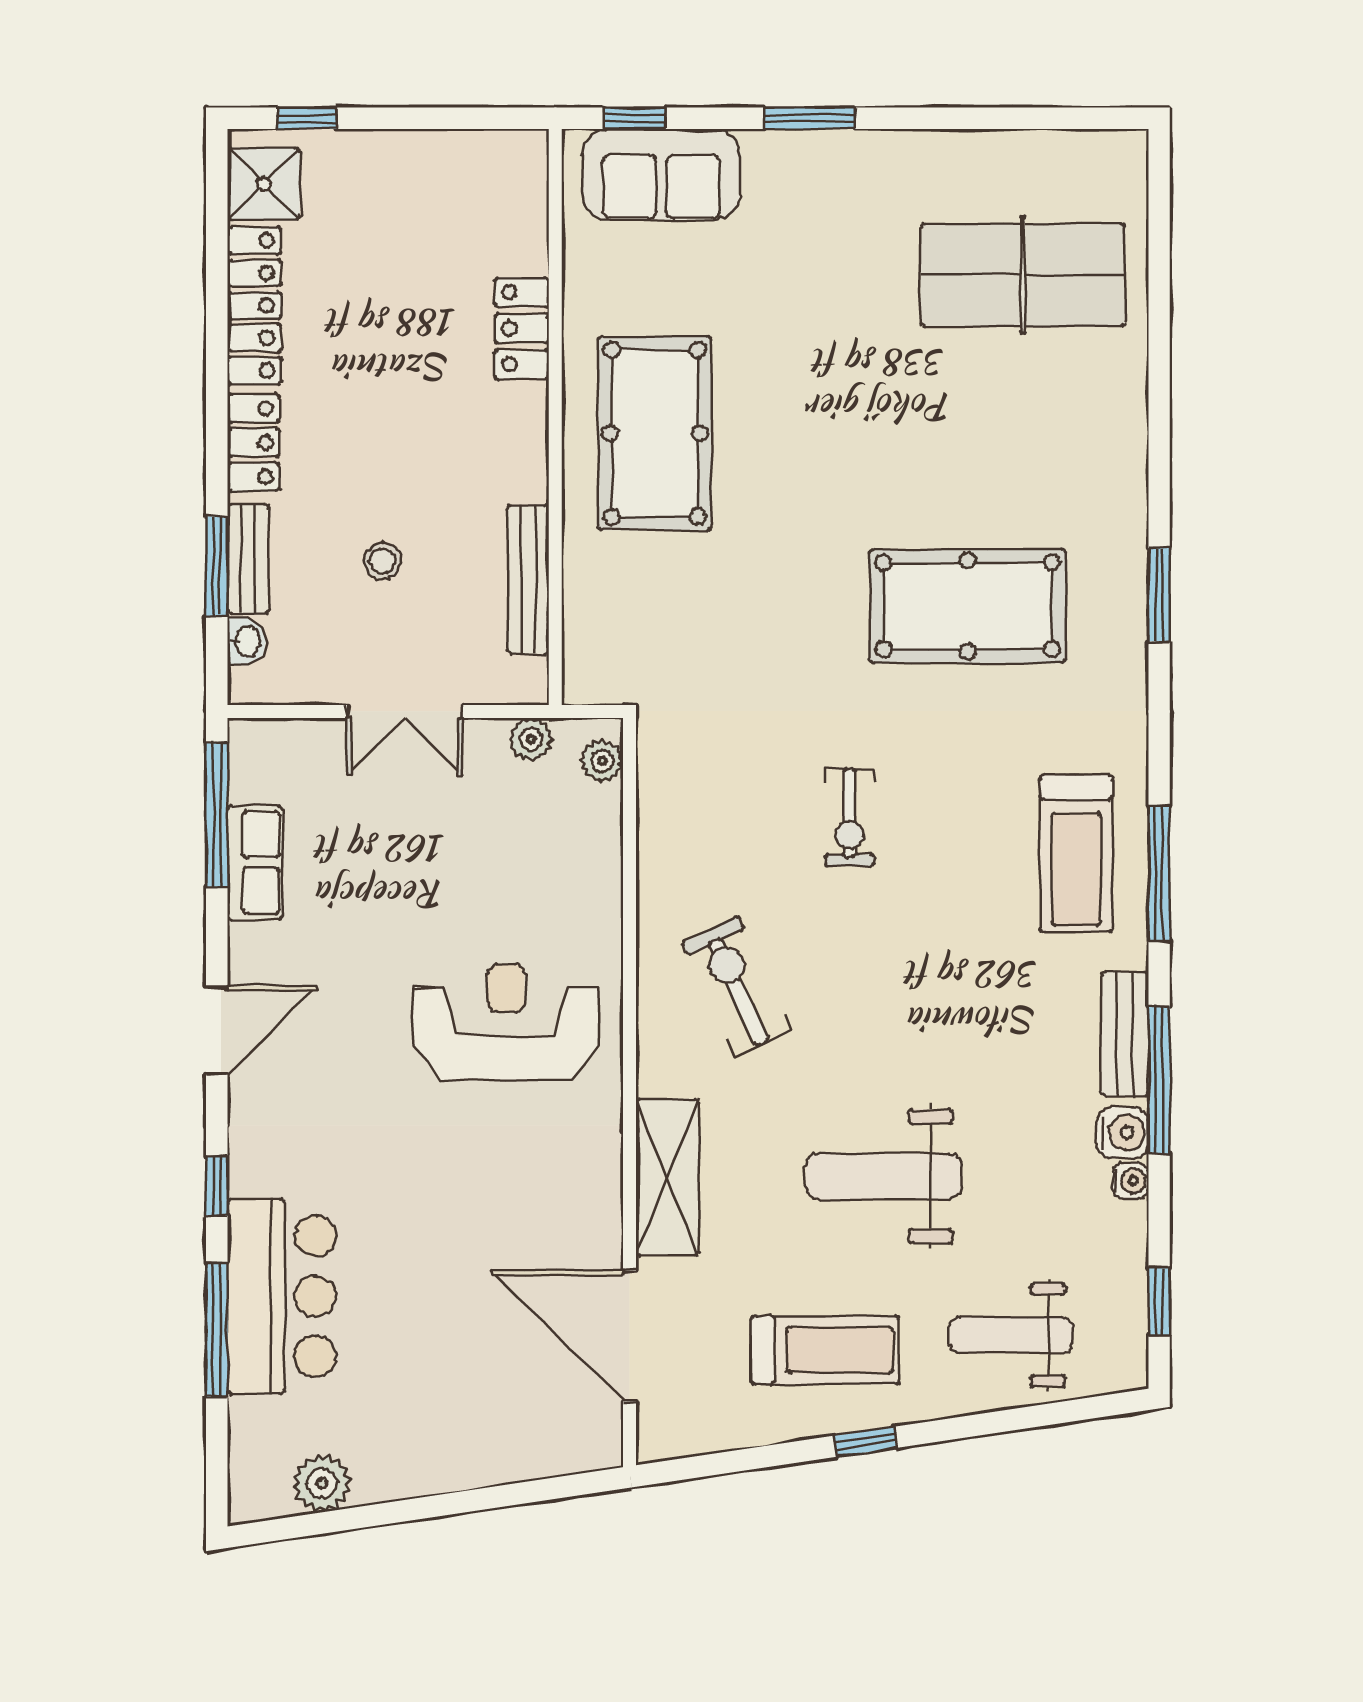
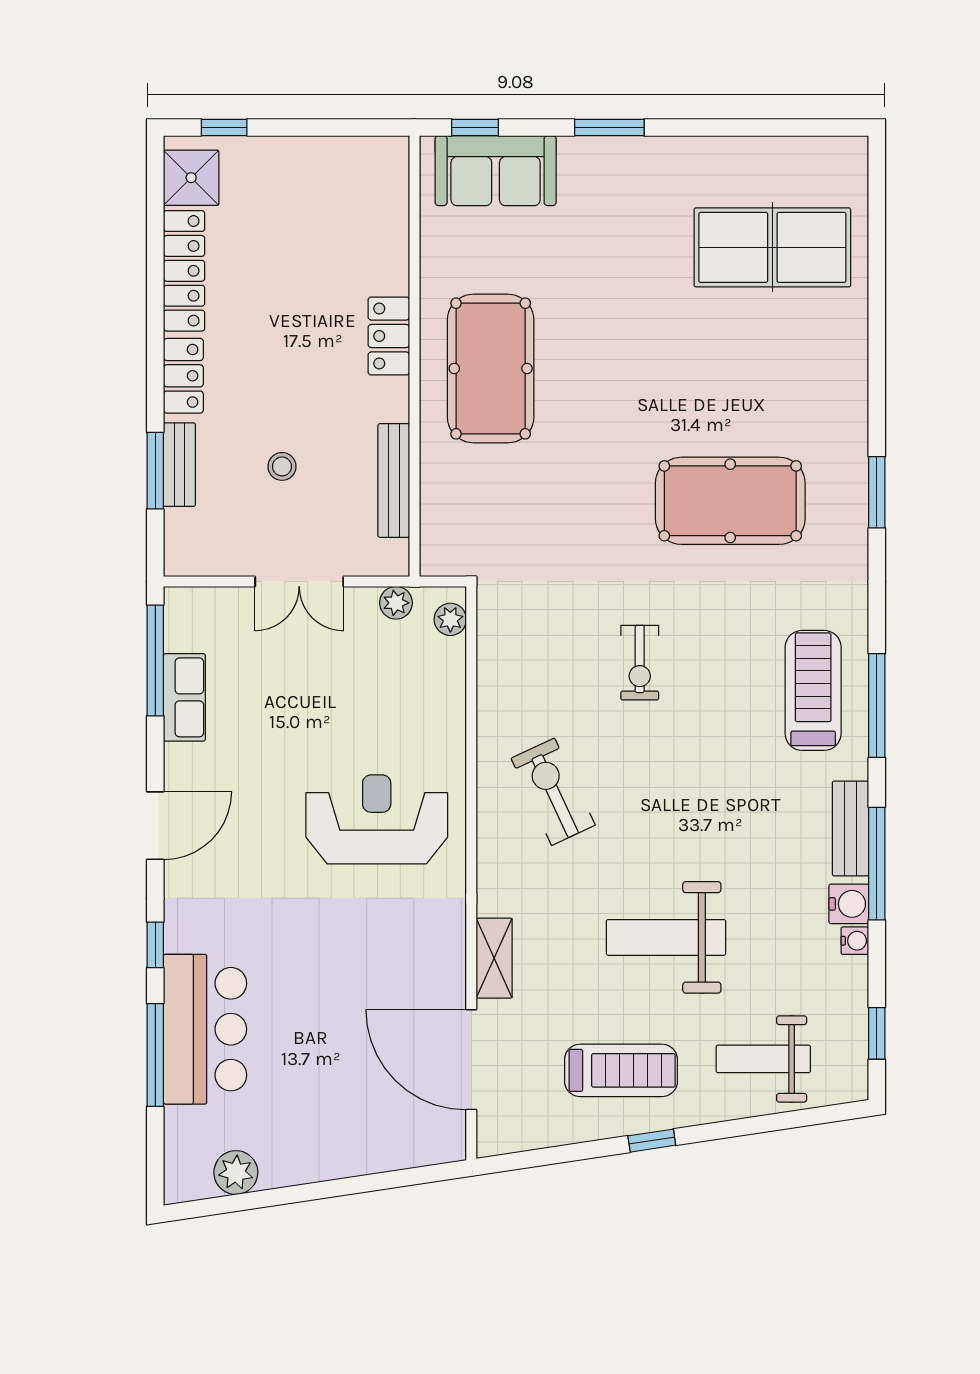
locker: (522, 328) -> (389, 336), moved
washbasin: (247, 641) -> (178, 528), removed
treadmill: (1076, 854) -> (813, 690), turned 180
shelving: (667, 1177) -> (494, 958), width x0.67, depth x0.75

